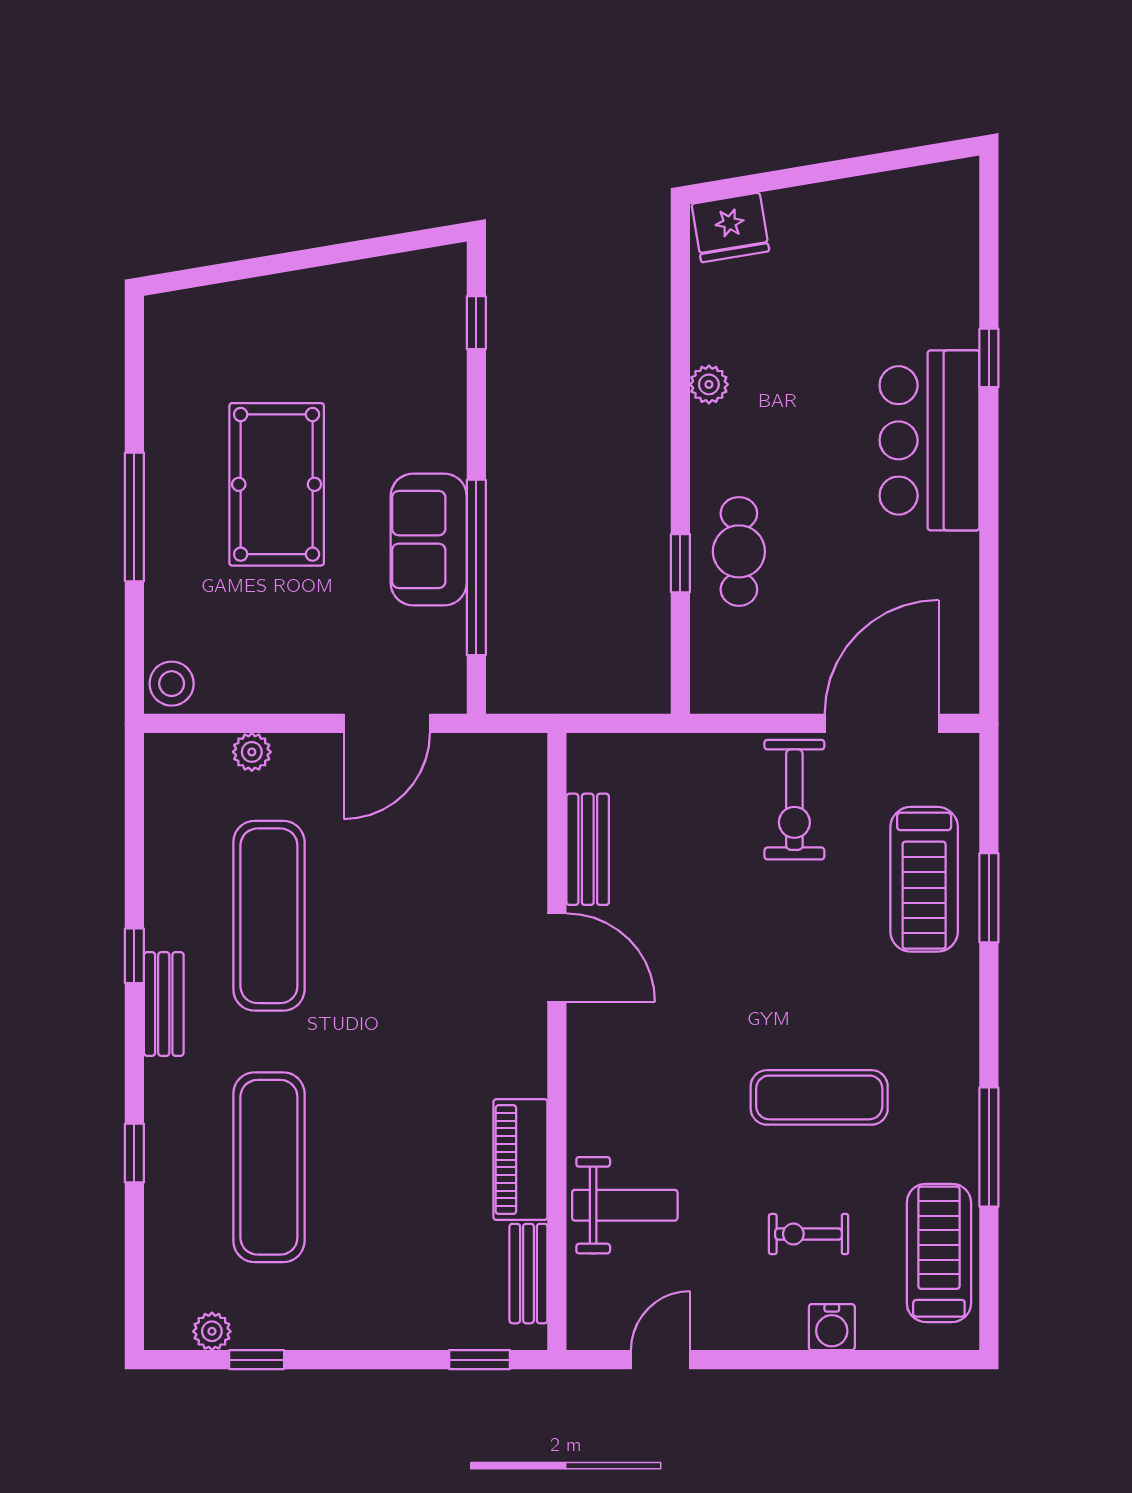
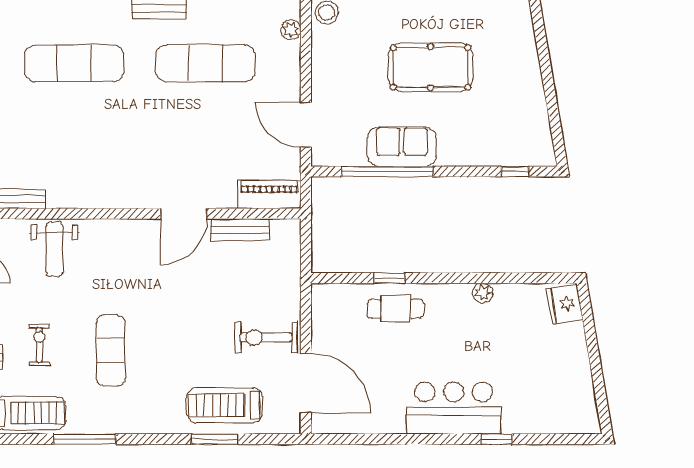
plant: (252, 752) -> (291, 30), moved
piano: (520, 1160) -> (269, 195), moved

